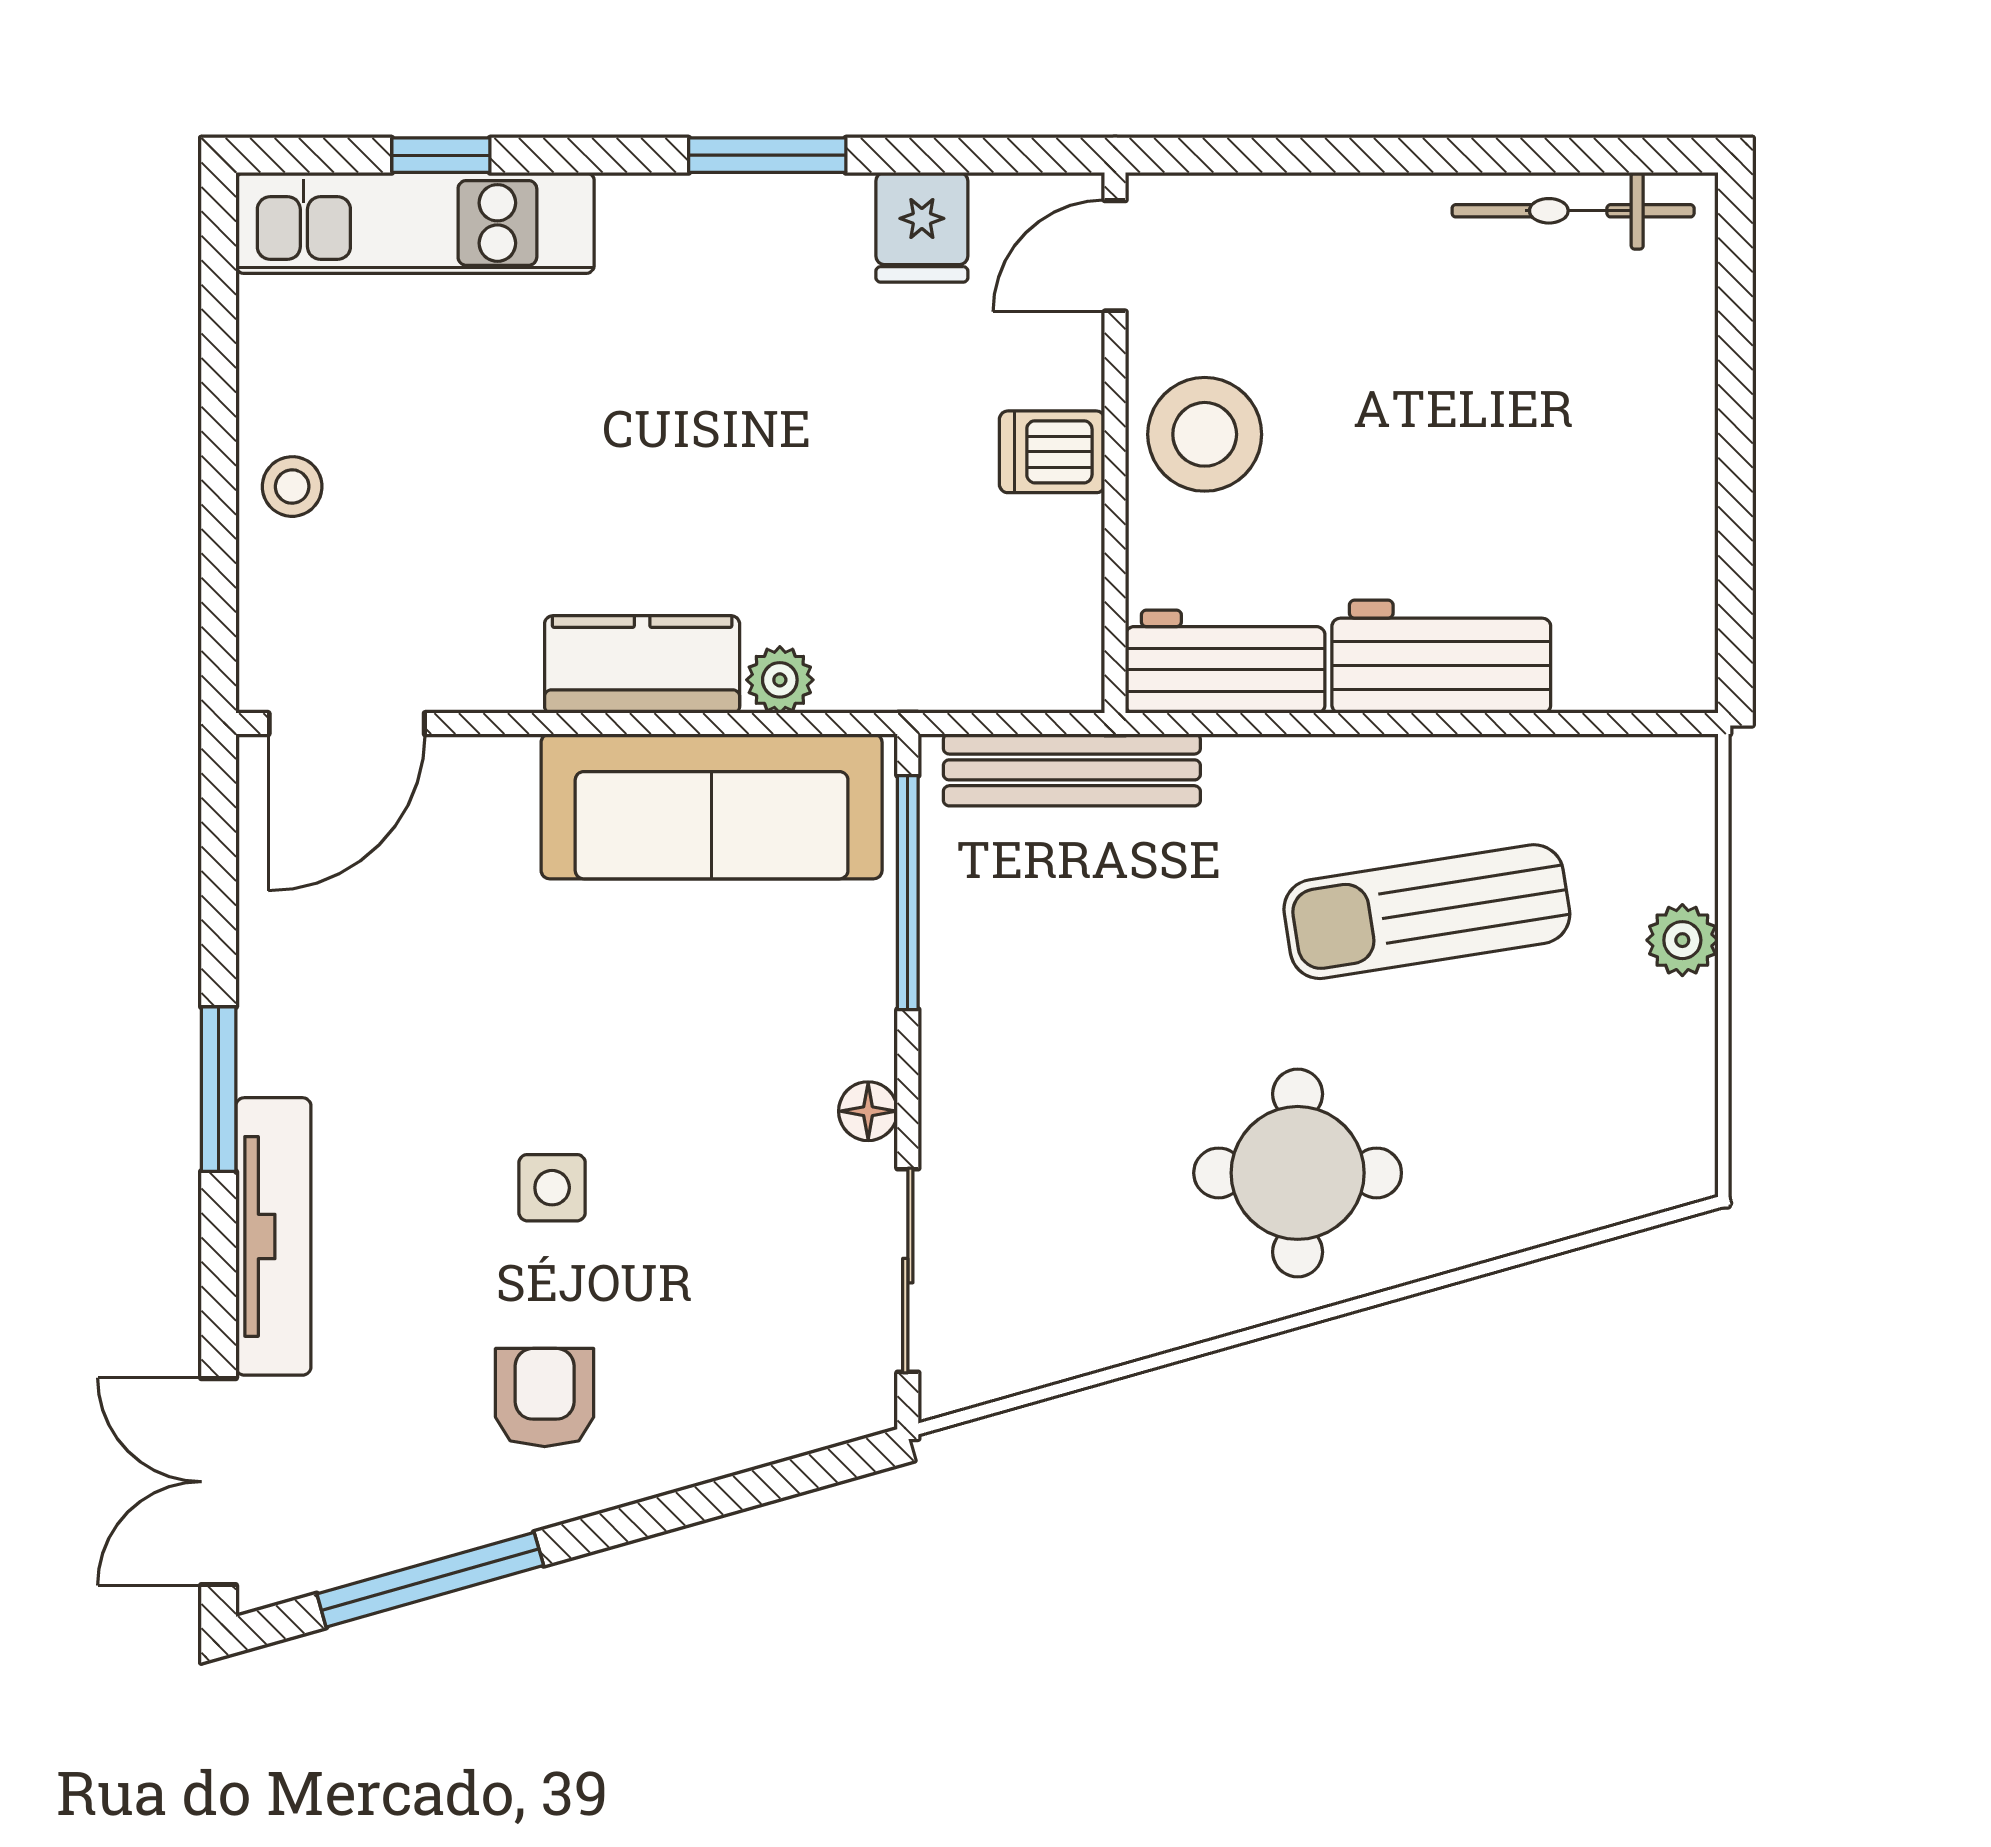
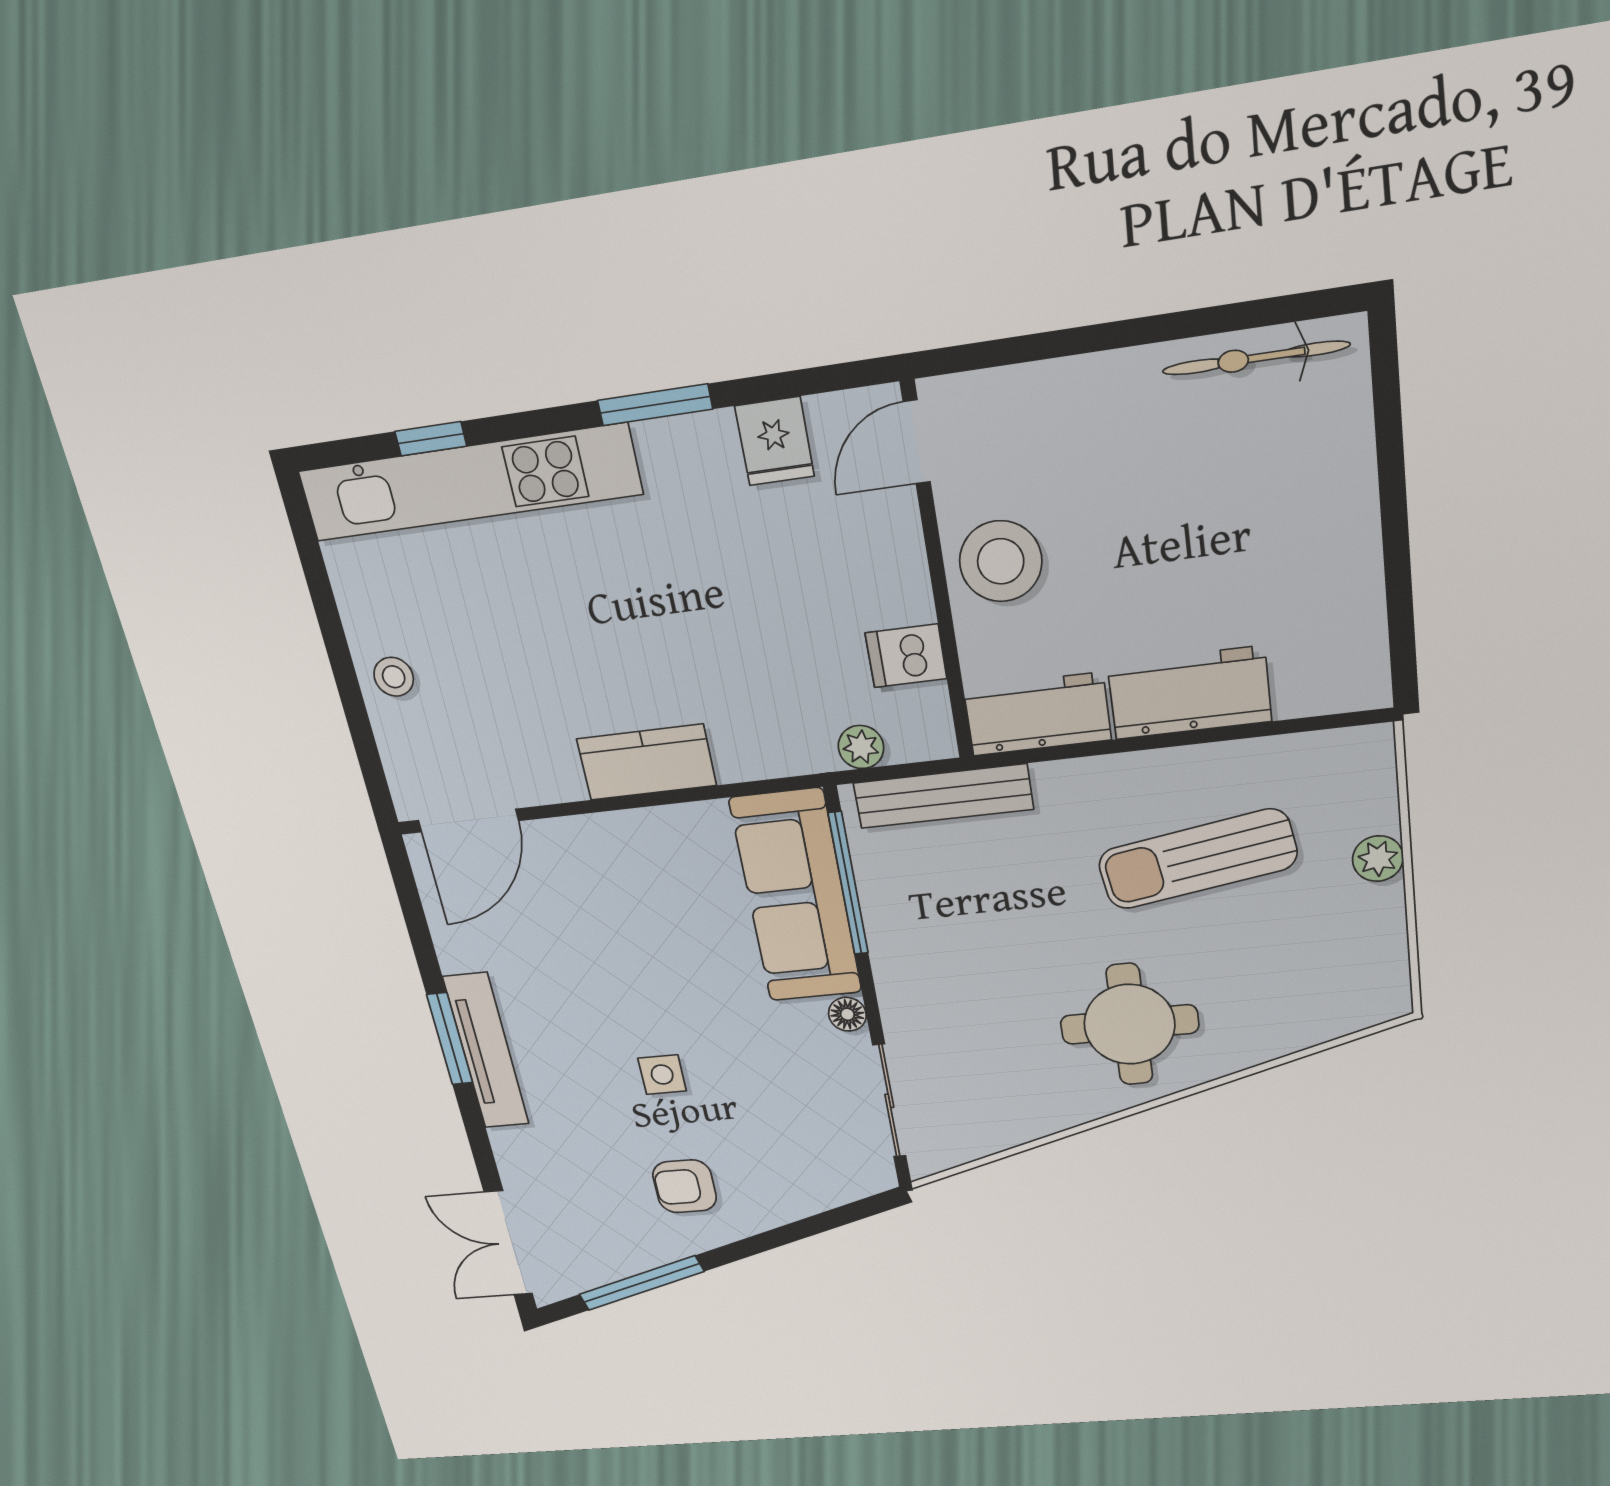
kitchen unit: (415, 223) -> (469, 483), width x1.36
dishwasher: (1052, 452) -> (906, 656), moved
plant: (780, 680) -> (861, 747), moved
sofa: (712, 806) -> (796, 896), moved, turned 90
tv unit: (273, 1236) -> (486, 1051), moved
armchair: (545, 1398) -> (685, 1186), turned -90

